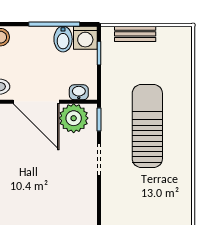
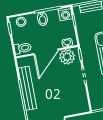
bidet: (63, 39) -> (42, 19), moved
door: (36, 102) -> (46, 52), hinge flipped

